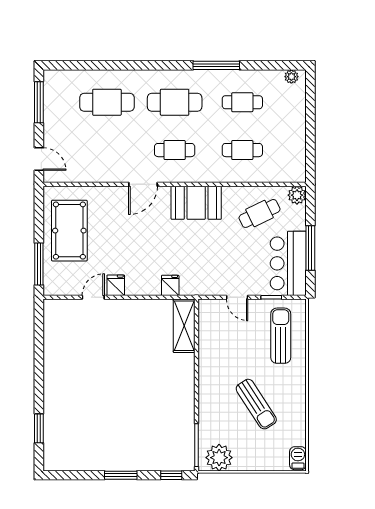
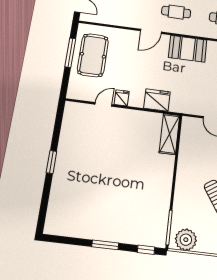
window: (39, 264) -> (70, 53), moved
fridge: (170, 285) -> (157, 100), width x1.88, depth x1.34
window: (39, 428) -> (51, 162), moved

